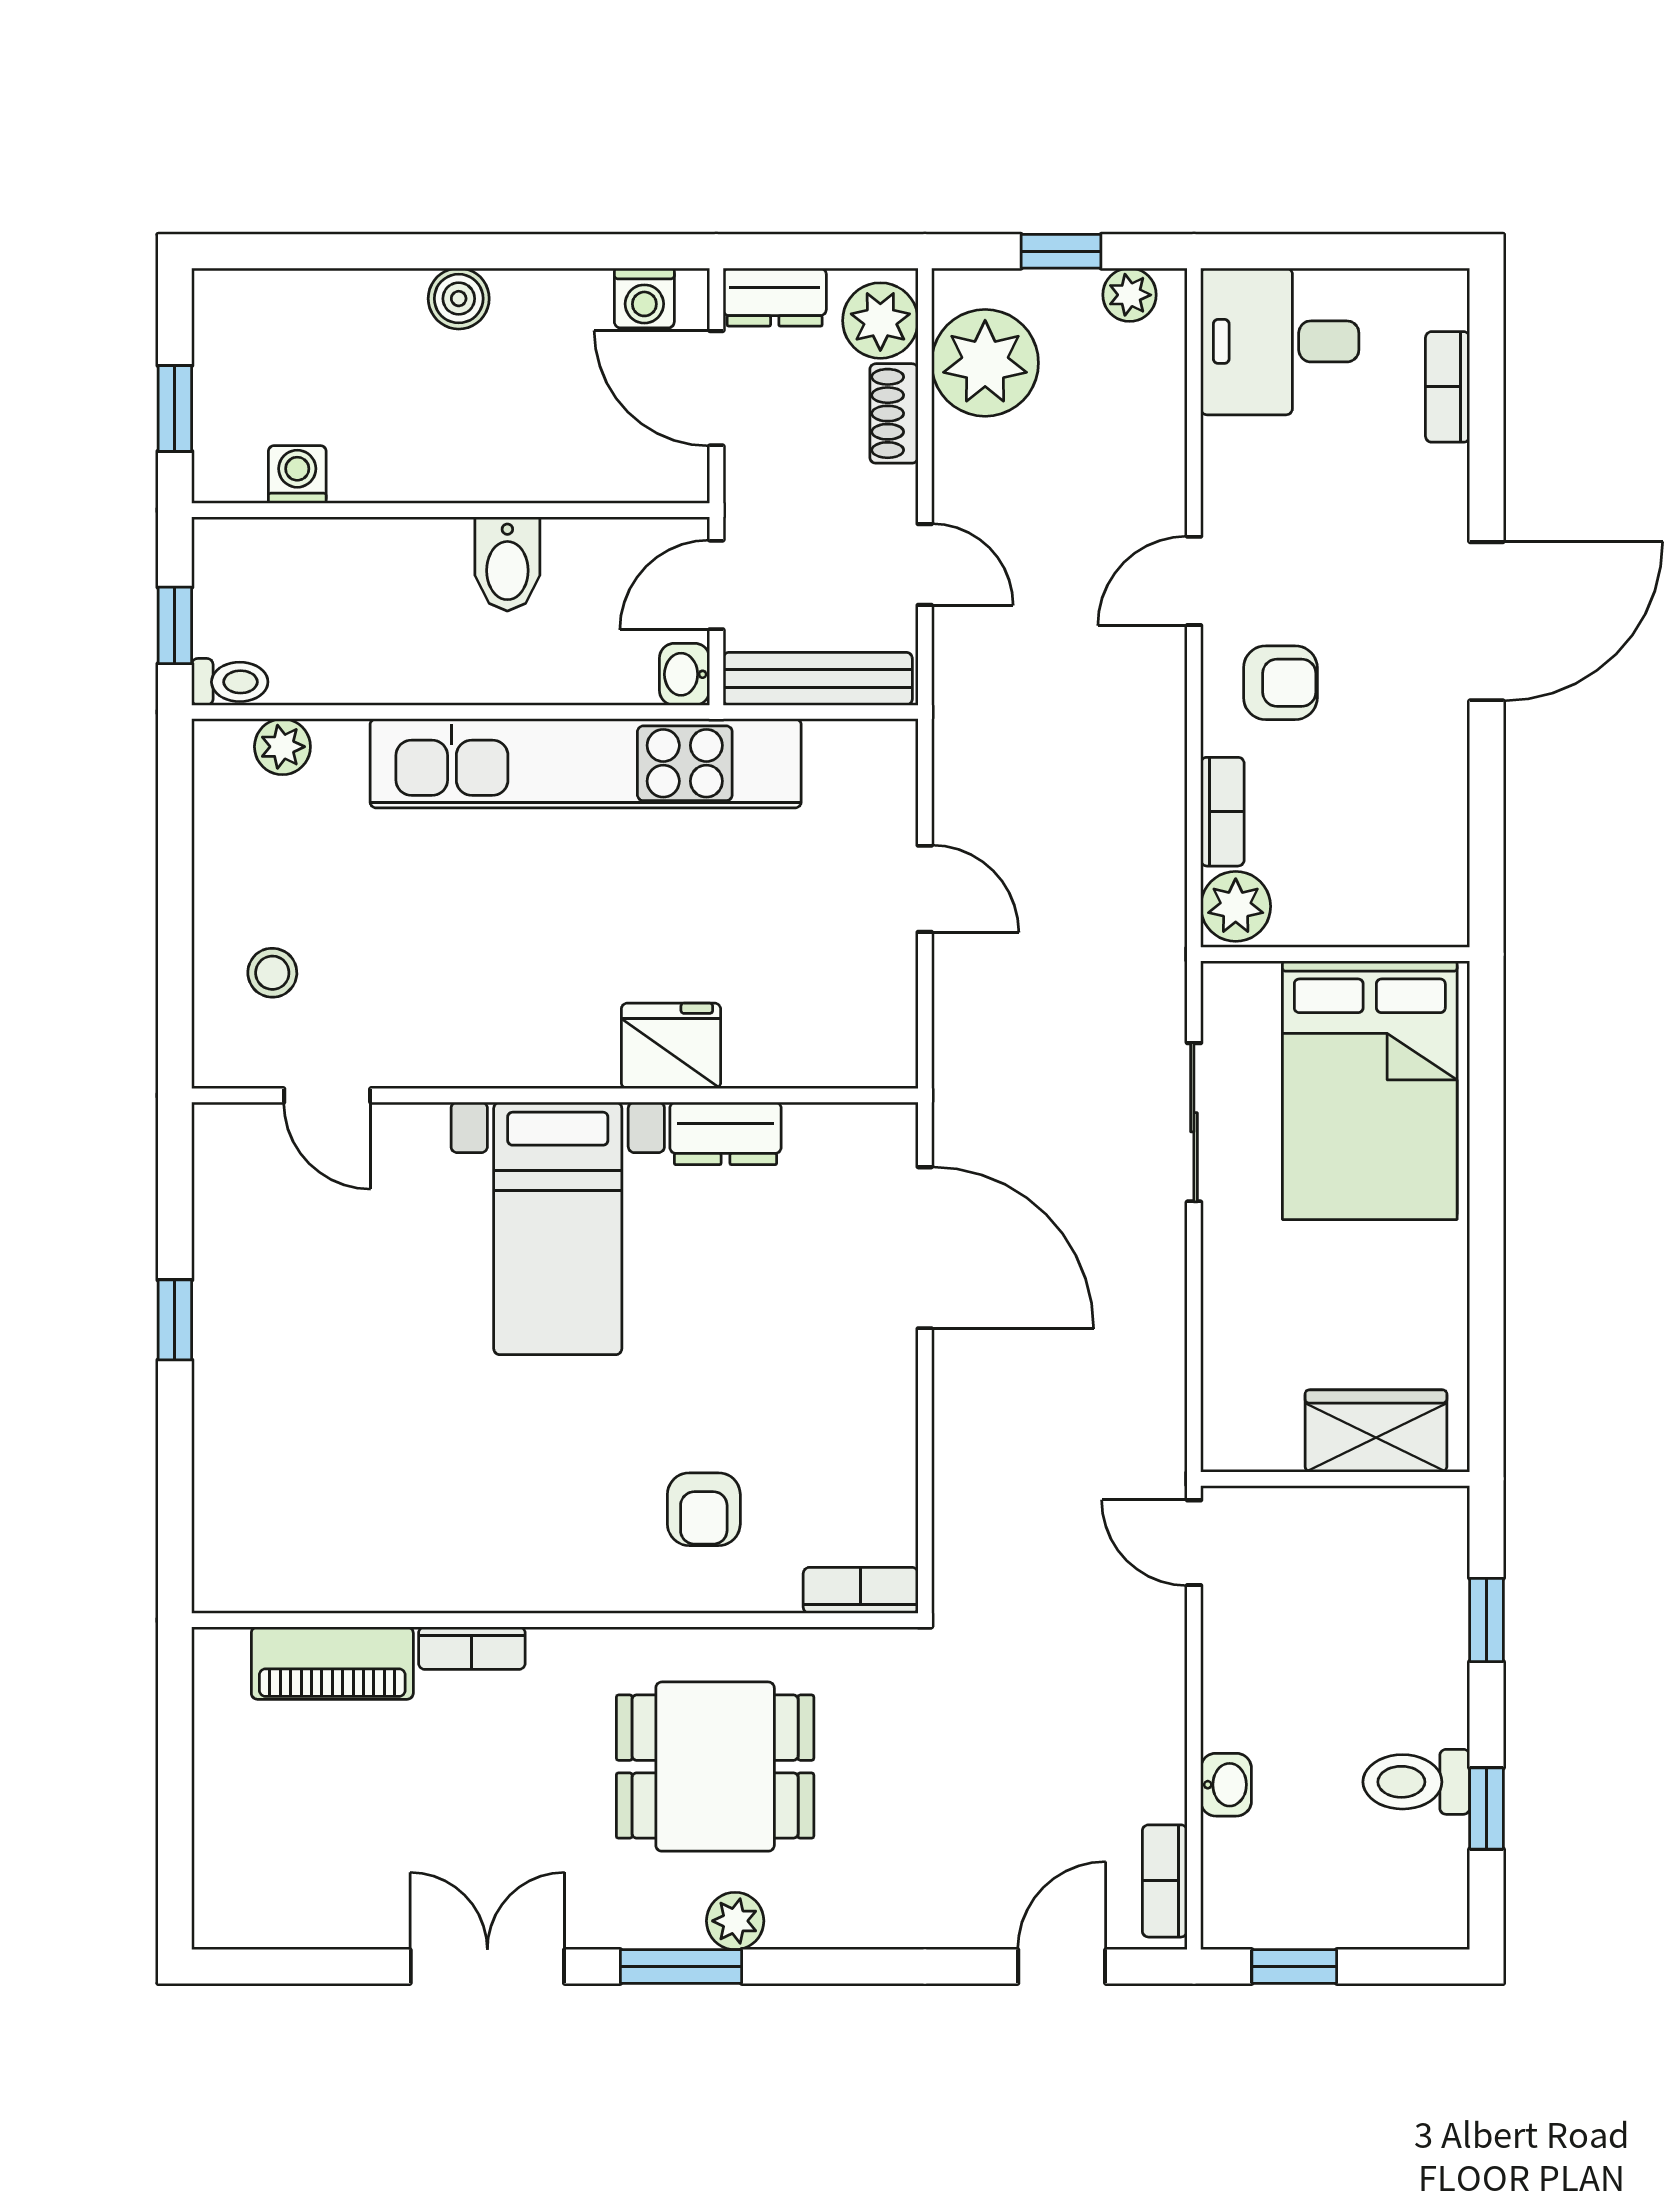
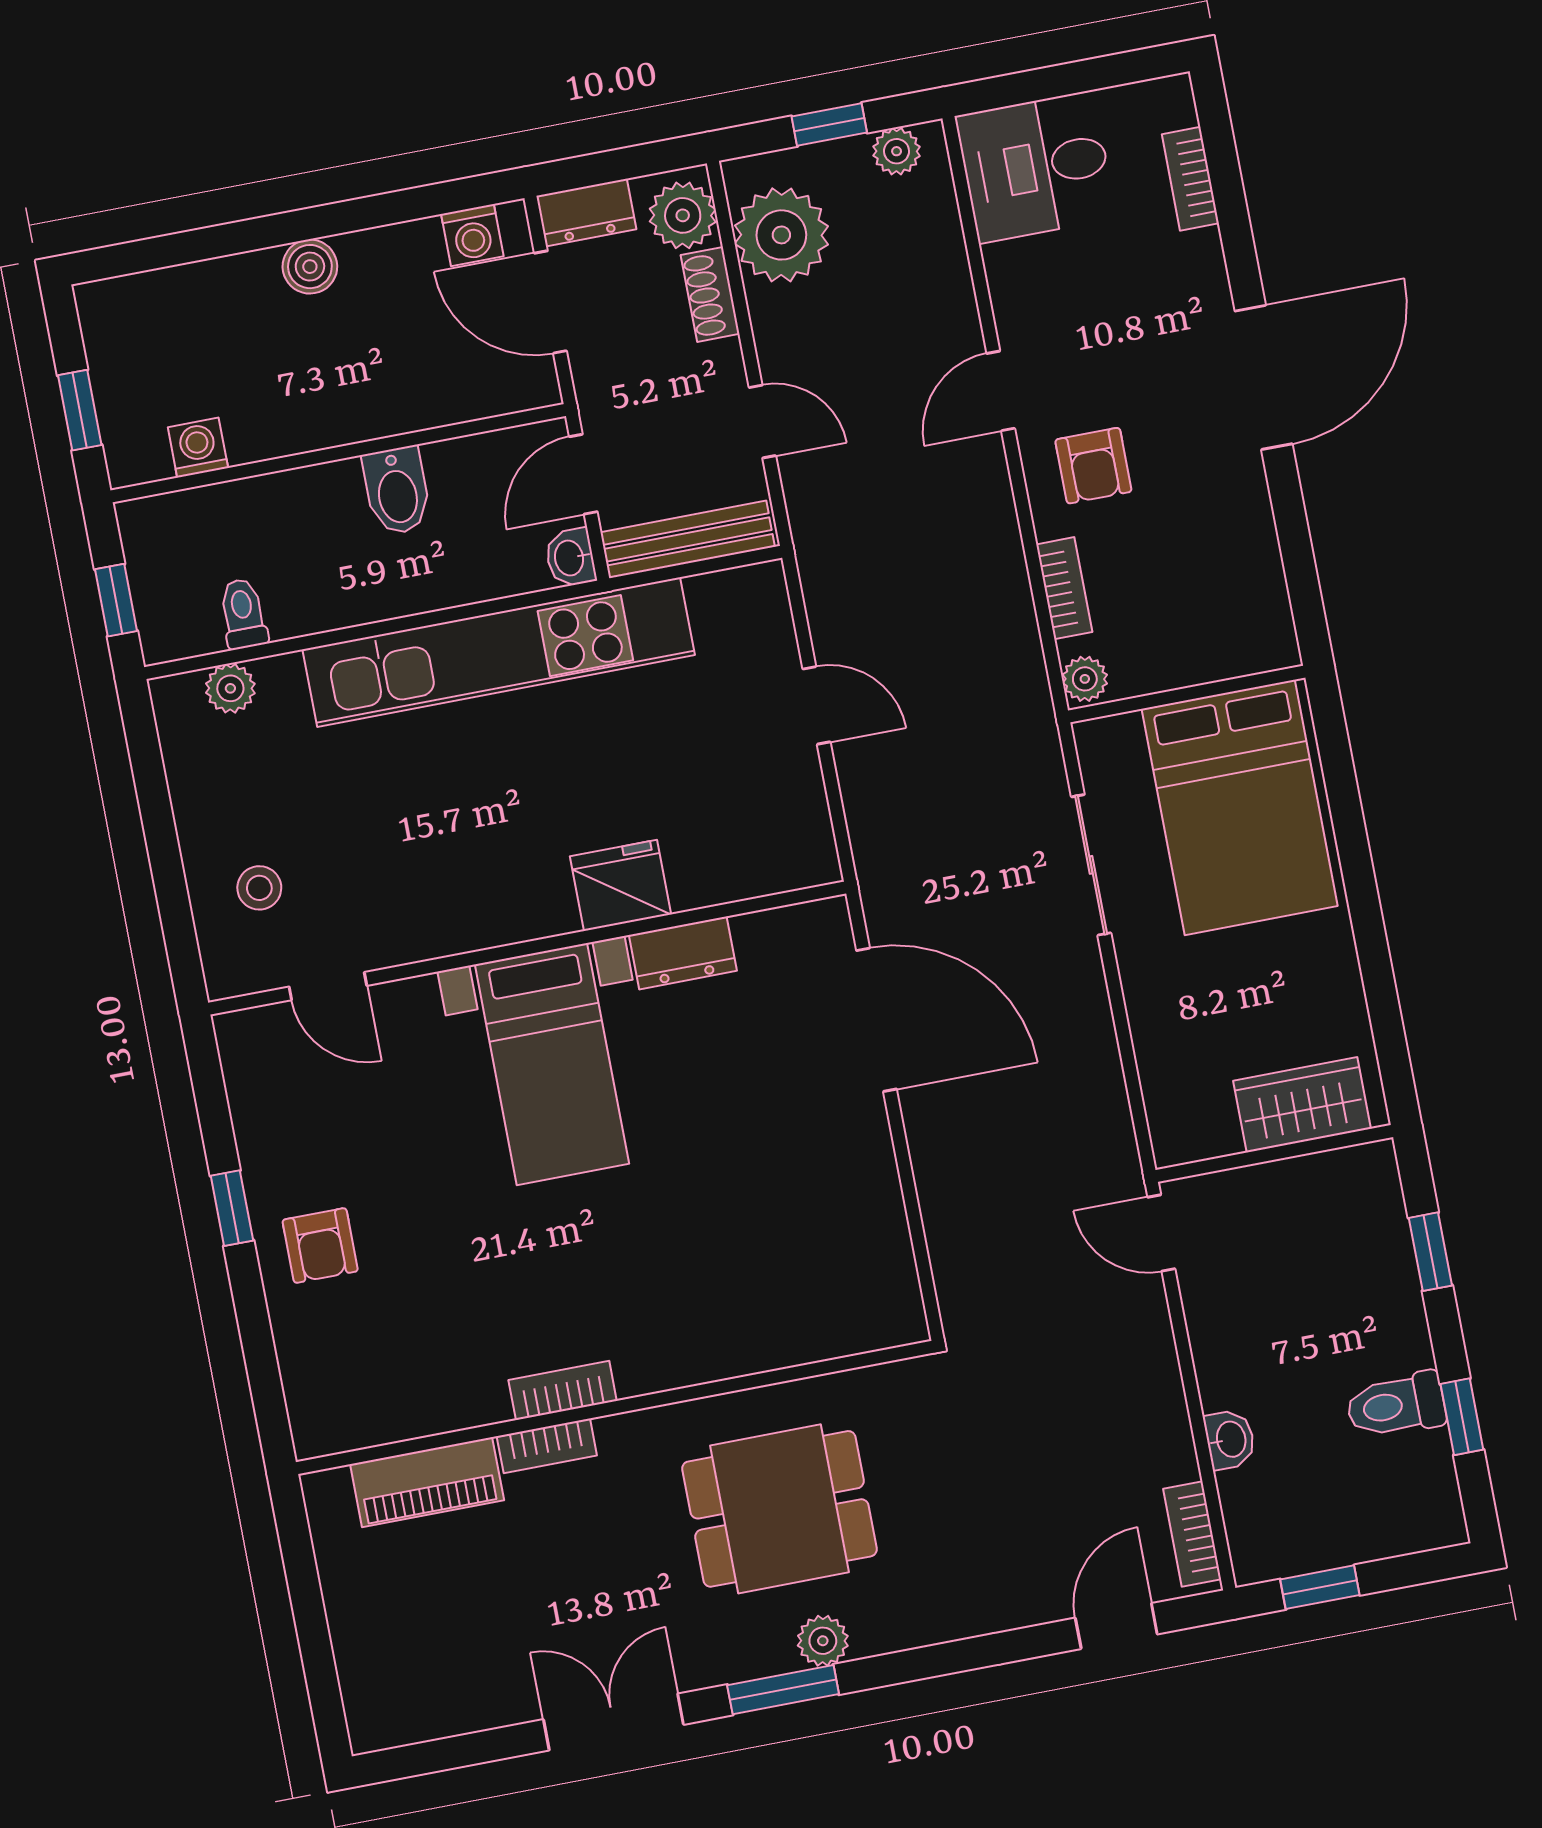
toilet: (230, 682) -> (243, 614), moved, turned -90
armchair: (1280, 683) -> (1093, 466), turned 90
plant: (1236, 906) -> (1085, 679), width x0.73, depth x0.73
armchair: (704, 1509) -> (320, 1245), moved
bookcase: (861, 1590) -> (563, 1390), moved

